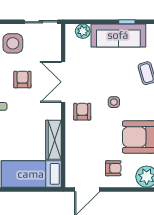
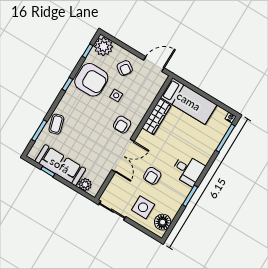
side table: (114, 102) -> (116, 95), moved
armchair: (113, 168) -> (125, 68), turned -145

